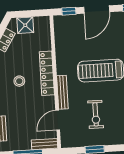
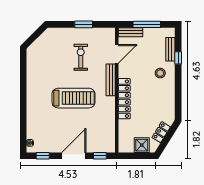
stool: (19, 81) -> (160, 73), moved

